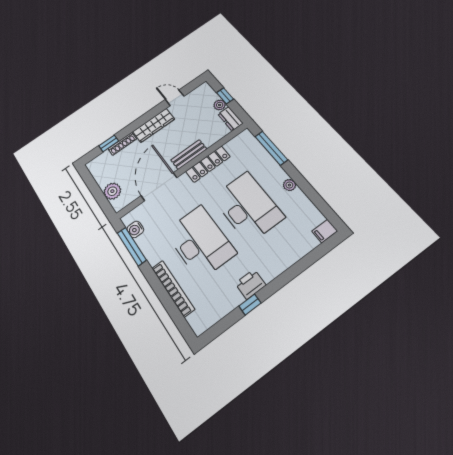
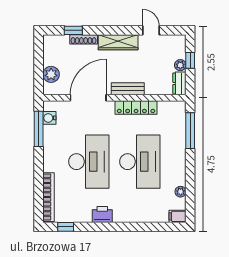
plant: (289, 185) -> (181, 192), moved
bookcase: (173, 288) -> (48, 197), moved
window: (250, 305) -> (66, 227), moved

